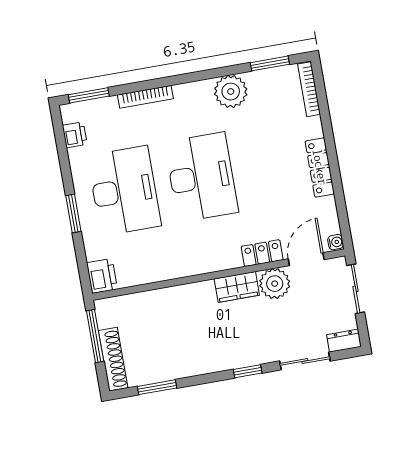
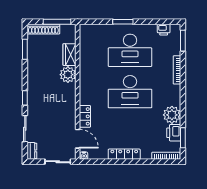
printer: (102, 276) -> (174, 133), moved, turned 90
plant: (275, 284) -> (68, 75), moved
wardrobe: (237, 287) -> (70, 55), moved

